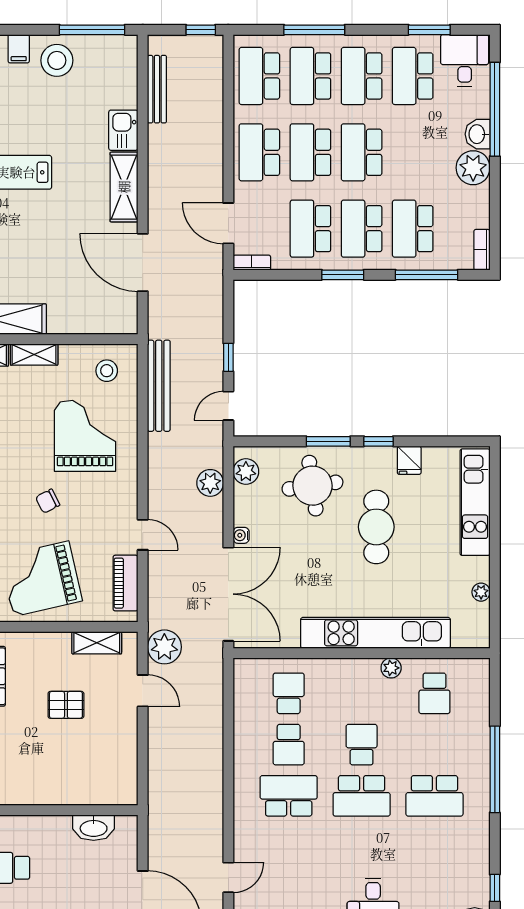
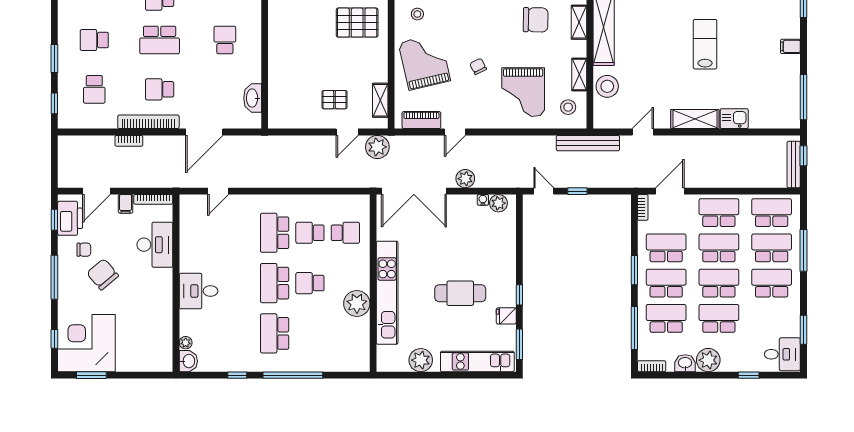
window: (201, 30) -> (803, 156), moved
stool: (57, 60) -> (607, 86), moved
school desk: (413, 76) -> (719, 318), moved
bench: (157, 89) -> (794, 164), moved, turned 90
window: (495, 109) -> (749, 375), width x0.32
washbasin: (478, 134) -> (685, 363), moved
door: (143, 263) -> (643, 132), width x0.53
shelving: (34, 355) -> (579, 75), moved
bench: (159, 386) -> (588, 143), moved
grand piano: (85, 436) -> (523, 92), turned 90
window: (328, 441) -> (519, 344), moved
plant: (210, 483) -> (465, 179), moved
round table: (312, 486) -> (489, 249), removed
water cooler: (241, 535) -> (483, 200), moved
plant: (481, 592) -> (421, 360), width x1.88, depth x1.88
plant: (391, 668) -> (357, 303), width x1.88, depth x1.88
school desk: (434, 693) -> (345, 333), removed
pallet: (66, 705) -> (334, 100), moved, turned 90
school desk: (362, 745) -> (310, 283), turned 180
school desk: (289, 796) -> (275, 233), turned 180
door: (228, 877) -> (218, 191), hinge flipped
window: (495, 888) -> (237, 375), moved

